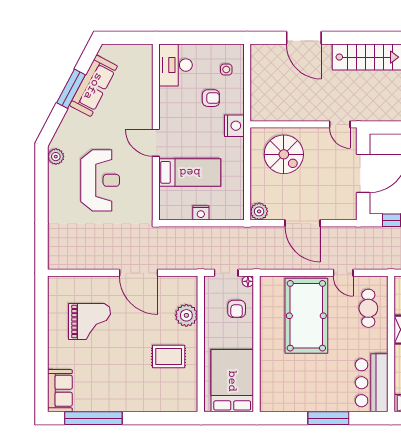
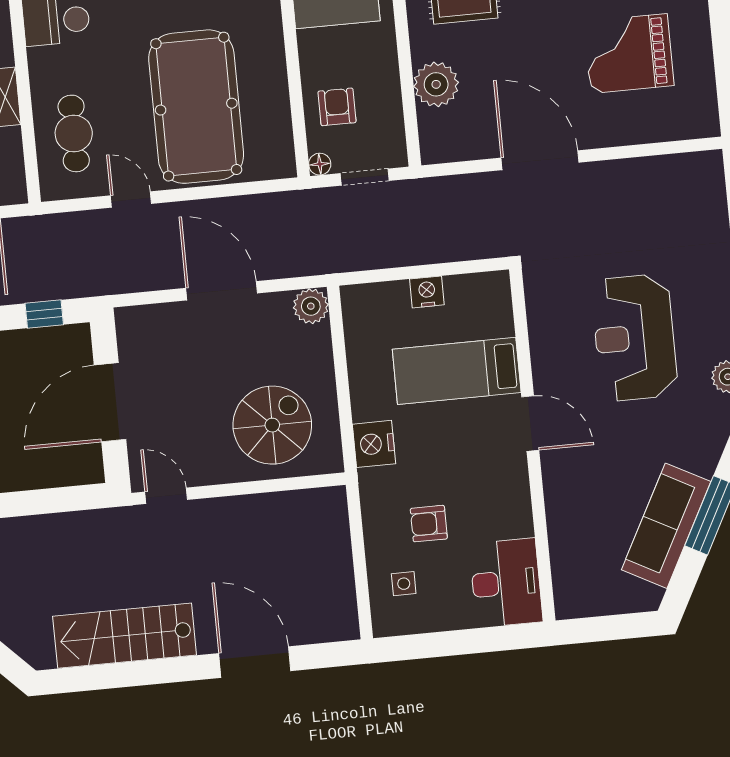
nightstand: (234, 126) -> (374, 444), moved
spiral stairs: (284, 154) -> (272, 425), turned 90

